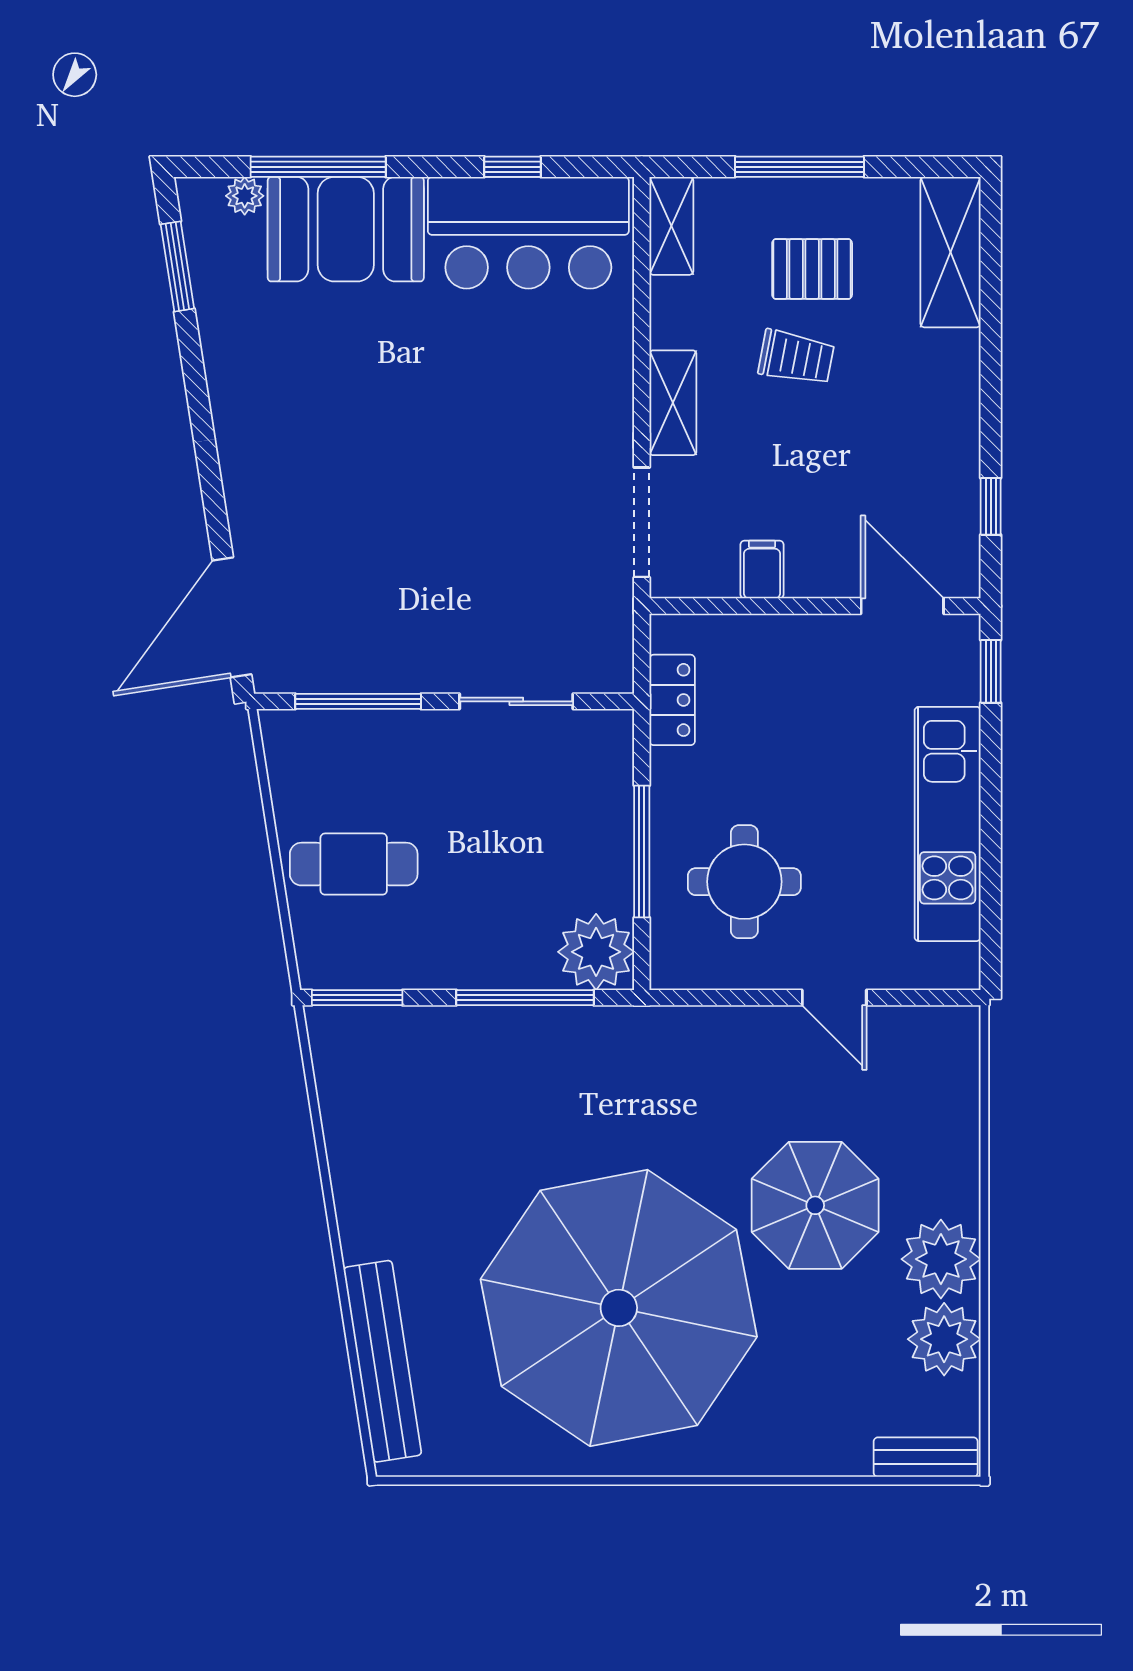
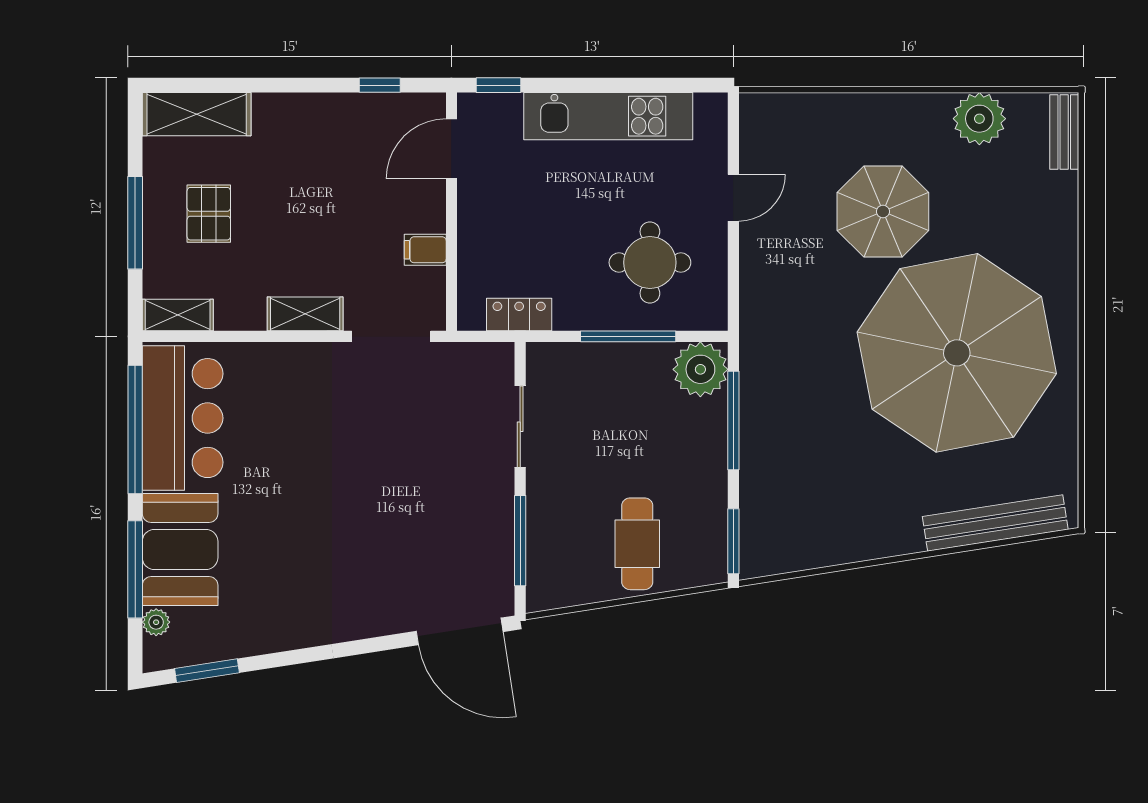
window: (512, 167) -> (135, 430), width x3.17
trolley: (796, 357) -> (273, 225), removed
plant: (941, 1259) -> (922, 121), removed

